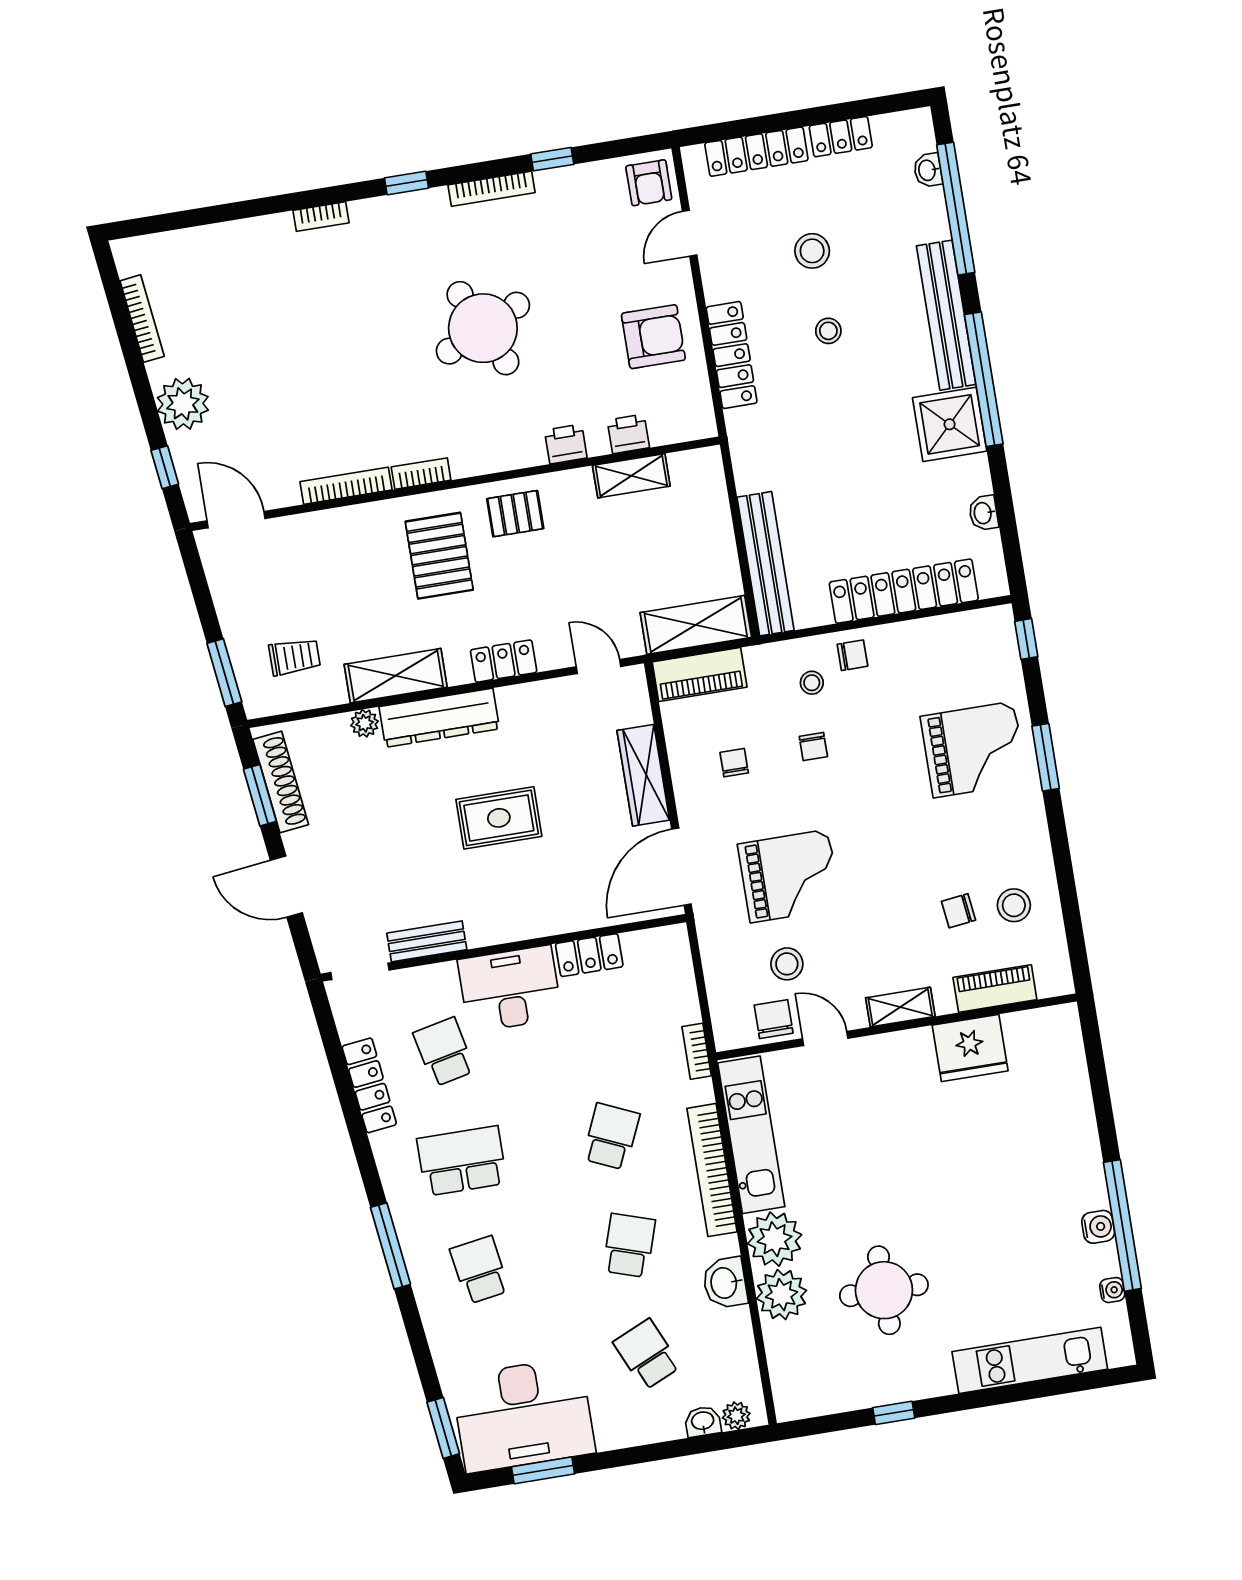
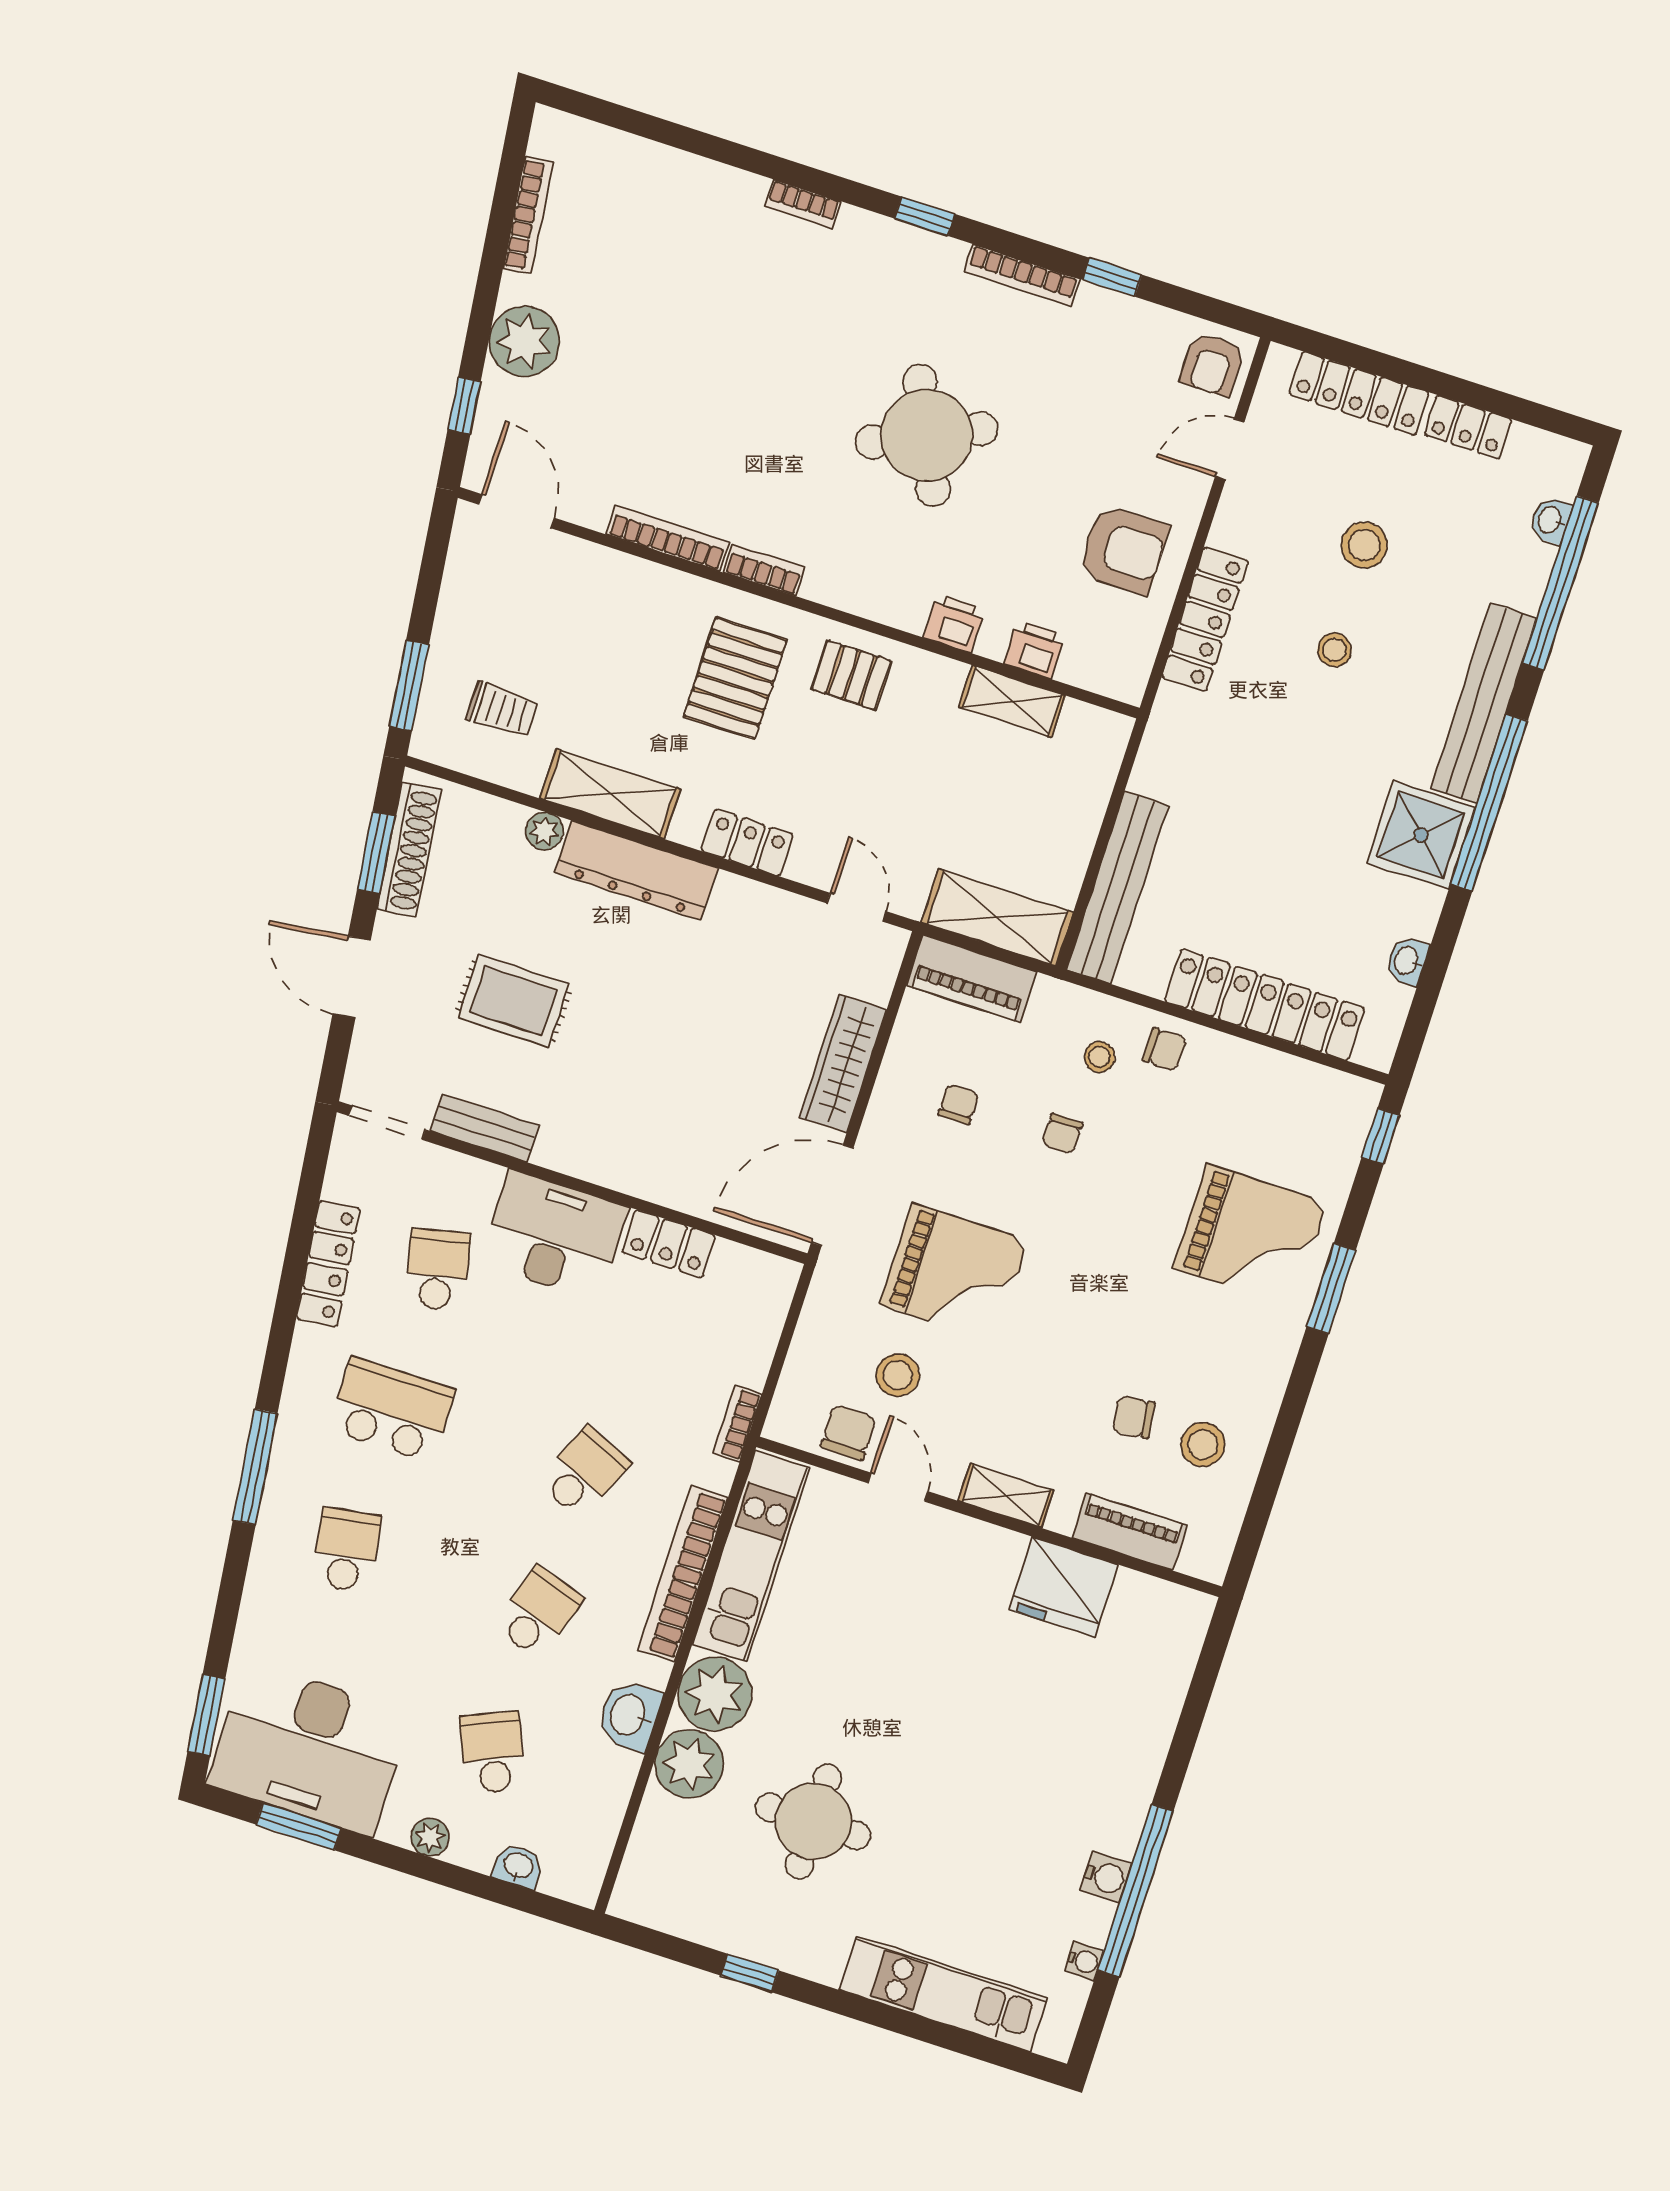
rug: (499, 818) -> (513, 1001), moved
plant: (736, 1416) -> (430, 1837), moved

